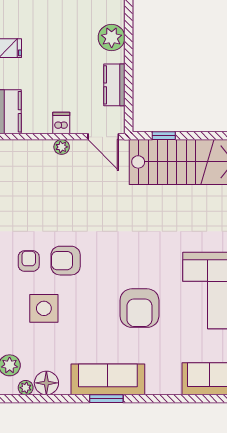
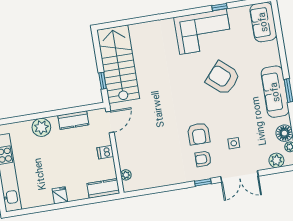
plant: (62, 147) -> (126, 175), moved
side table: (44, 308) -> (234, 143), width x0.54, depth x0.54
armchair: (139, 308) -> (223, 78), turned -139

